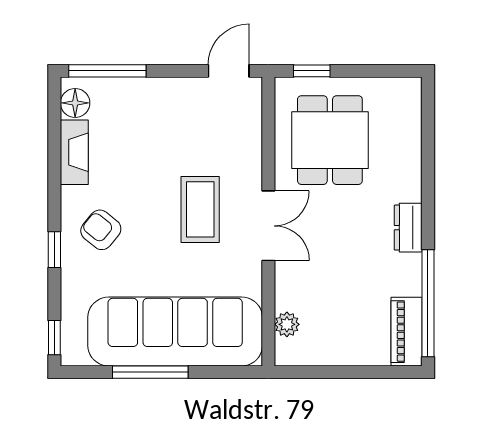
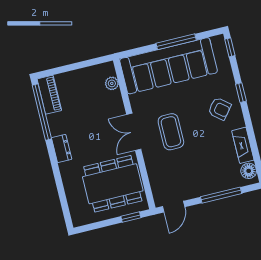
window: (107, 71) -> (221, 195), moved
dining table: (330, 140) -> (113, 184), width x1.38

